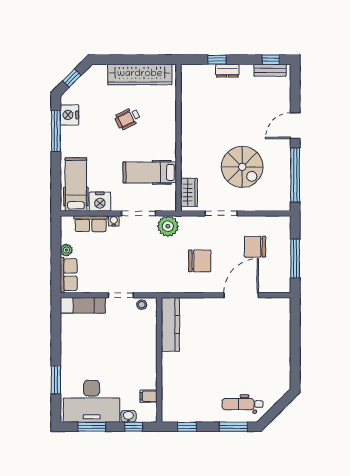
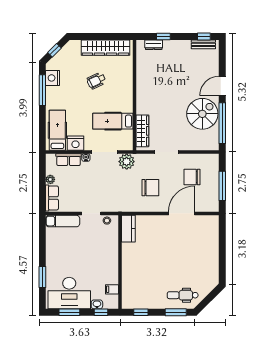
dresser: (227, 71) -> (154, 45), moved
spiral stairs: (242, 167) -> (202, 114), moved, turned -90
wardrobe: (189, 192) -> (142, 131), width x1.50
kitchen counter: (170, 324) -> (128, 229), width x0.67

